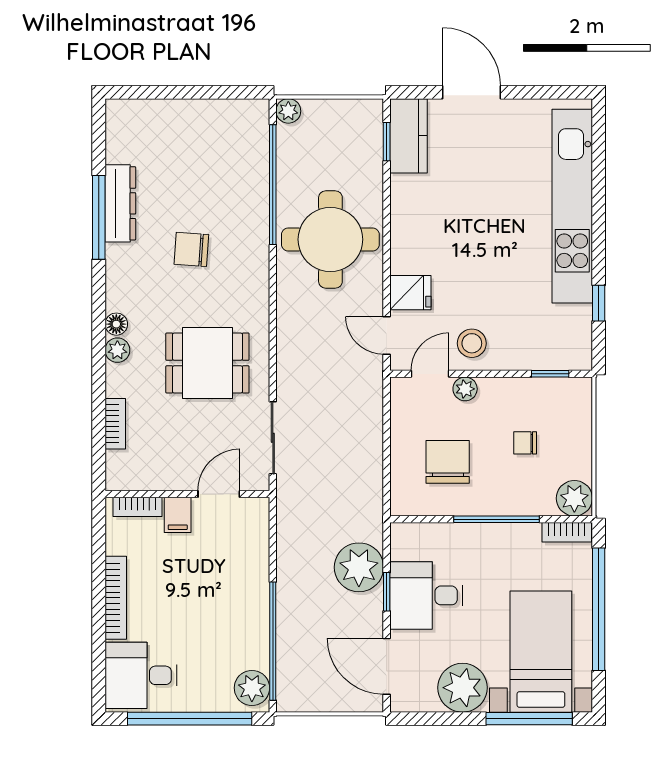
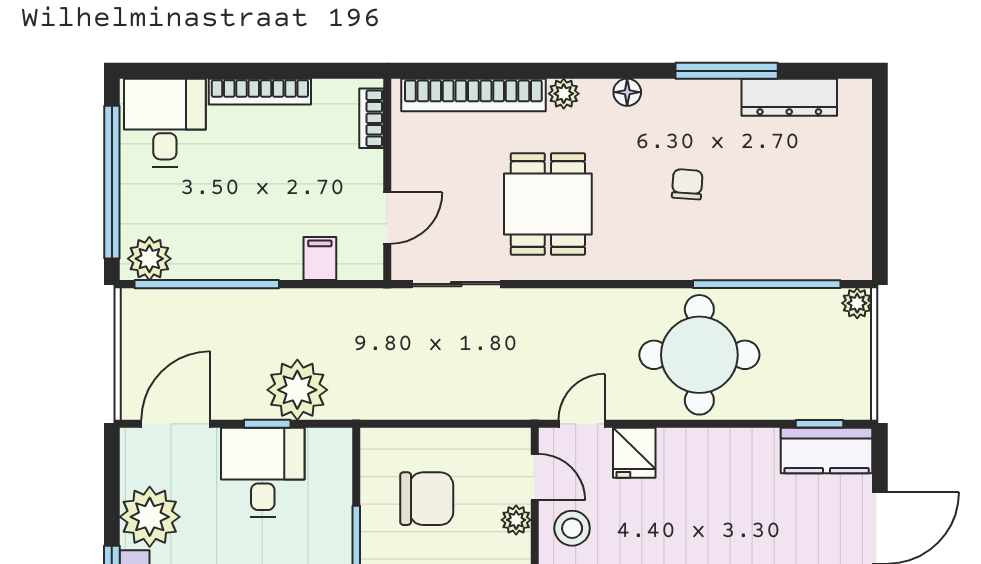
dresser: (120, 203) -> (789, 97), moved
chair: (191, 249) -> (687, 184), width x0.73, depth x0.73
floor lamp: (116, 324) -> (627, 92), moved
bookcase: (115, 424) -> (473, 95), width x2.31, depth x1.31
door: (219, 494) -> (387, 218), hinge flipped
filing cabinet: (178, 515) -> (320, 259), moved, turned 90

